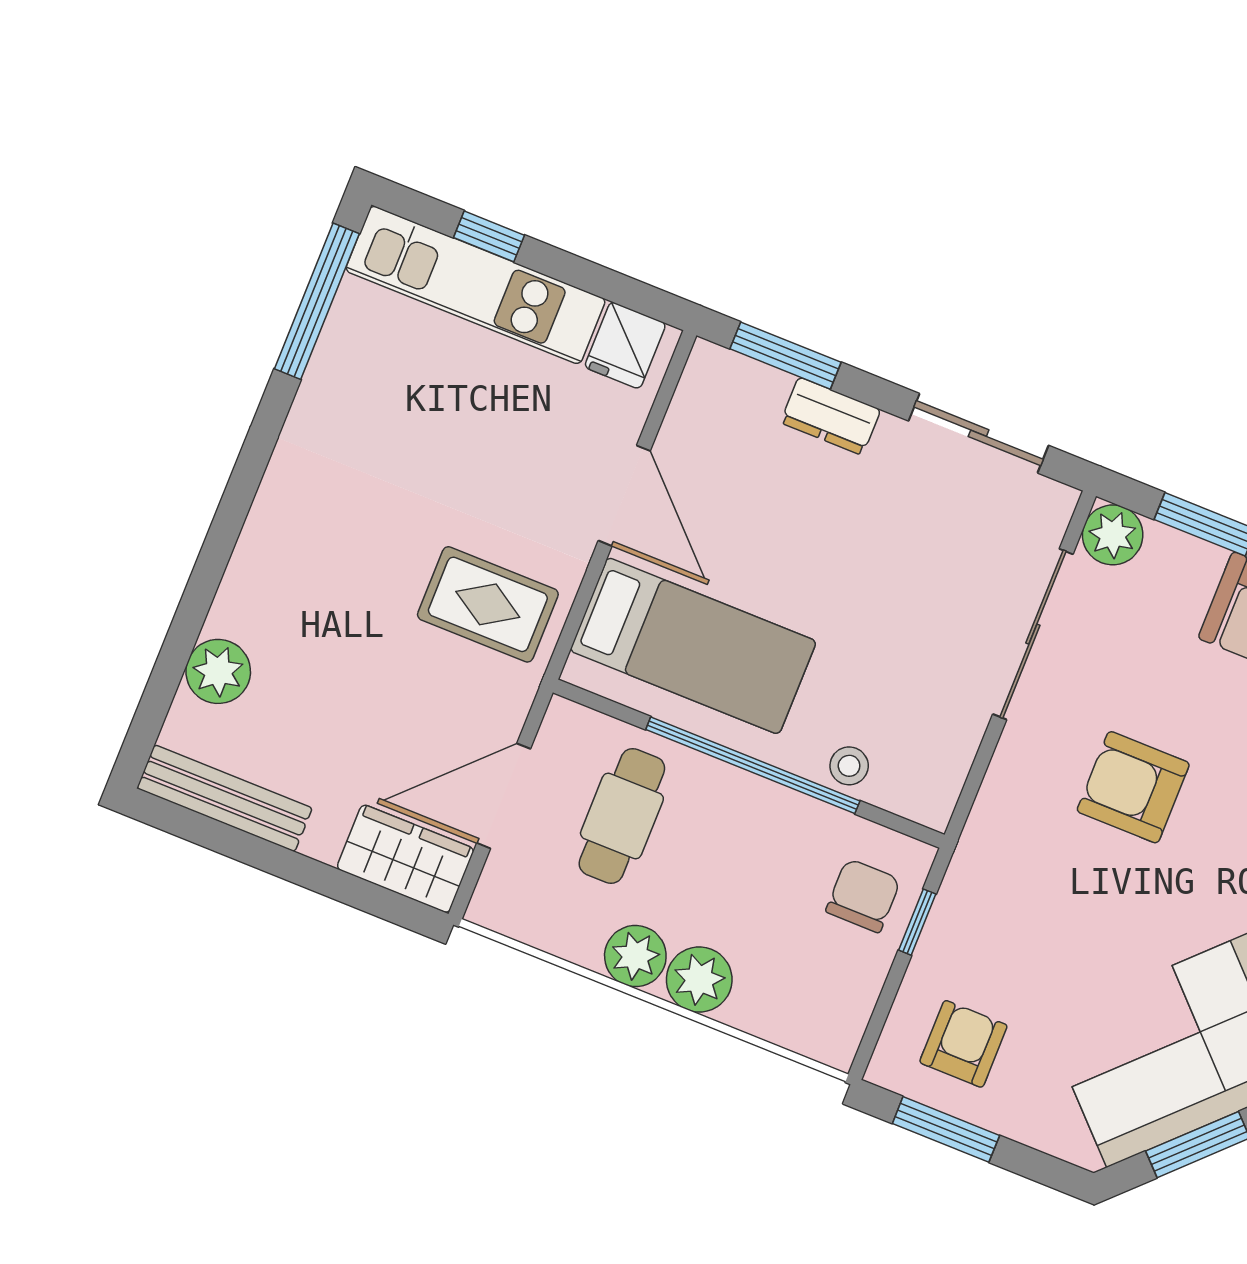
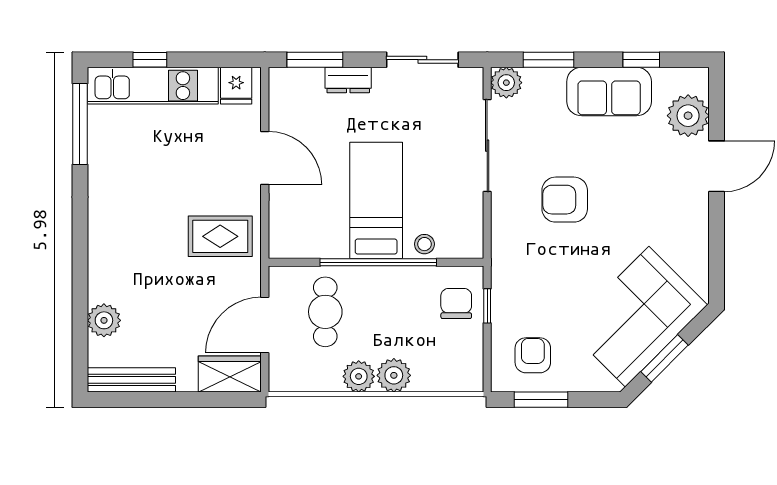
bed: (693, 646) -> (376, 200), moved, turned -90

